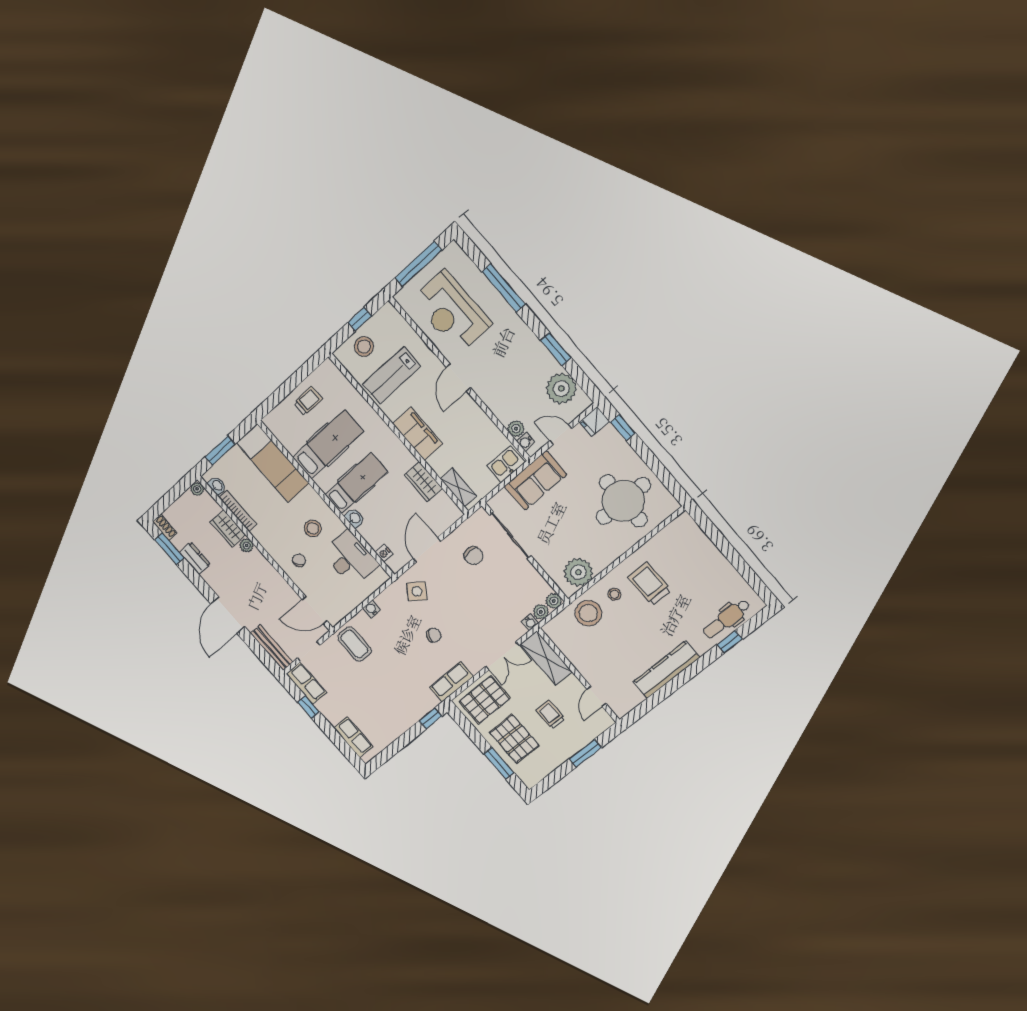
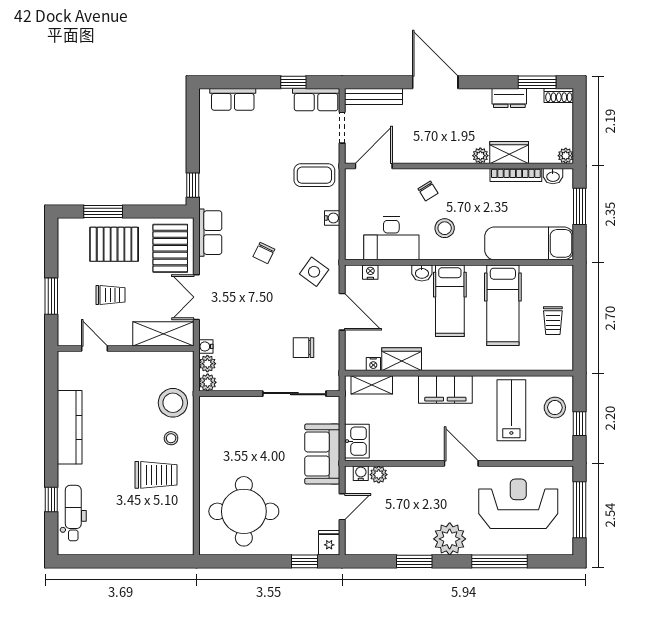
plant: (561, 388) -> (450, 539), moved
nightstand: (443, 498) -> (373, 364), added
plant: (578, 572) -> (215, 424), removed

